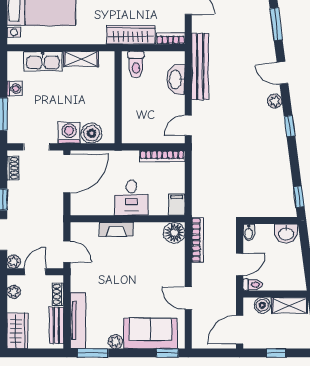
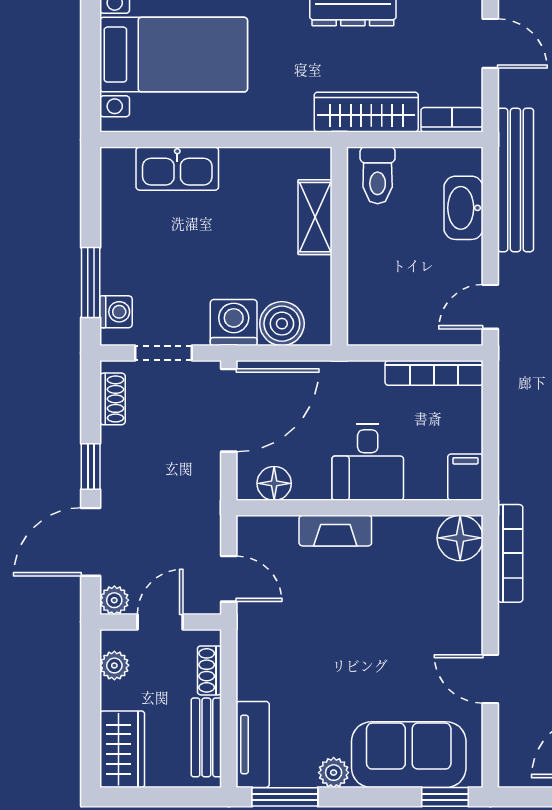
shelving: (81, 59) -> (315, 217), moved, turned 90
washing machine: (14, 89) -> (116, 312), moved
floor lamp: (88, 207) -> (274, 483), added
tv unit: (78, 320) -> (253, 744), width x0.71

